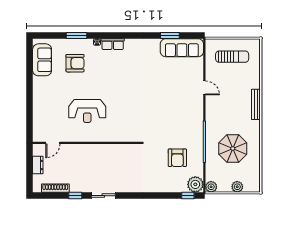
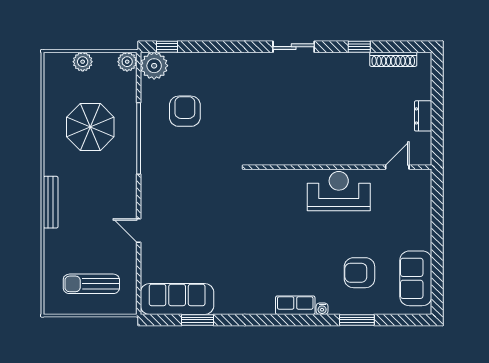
door: (53, 143) -> (397, 167), moved
wall: (87, 143) -> (339, 167), moved
dresser: (38, 165) -> (423, 116), moved
sliding door: (103, 196) -> (294, 47), moved

